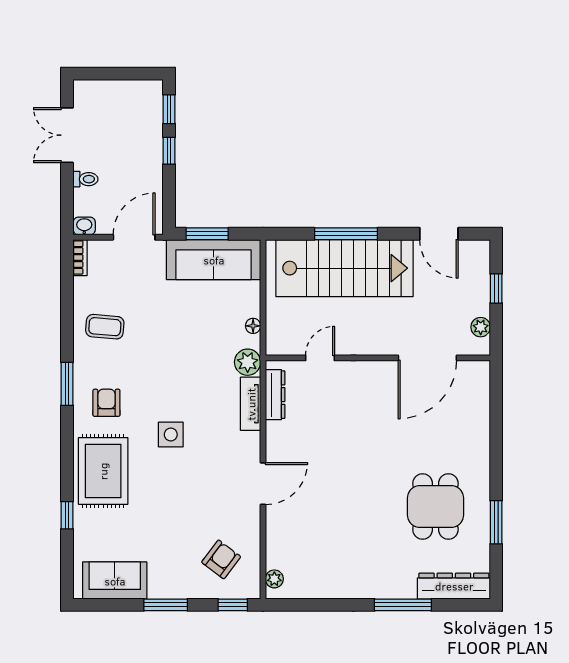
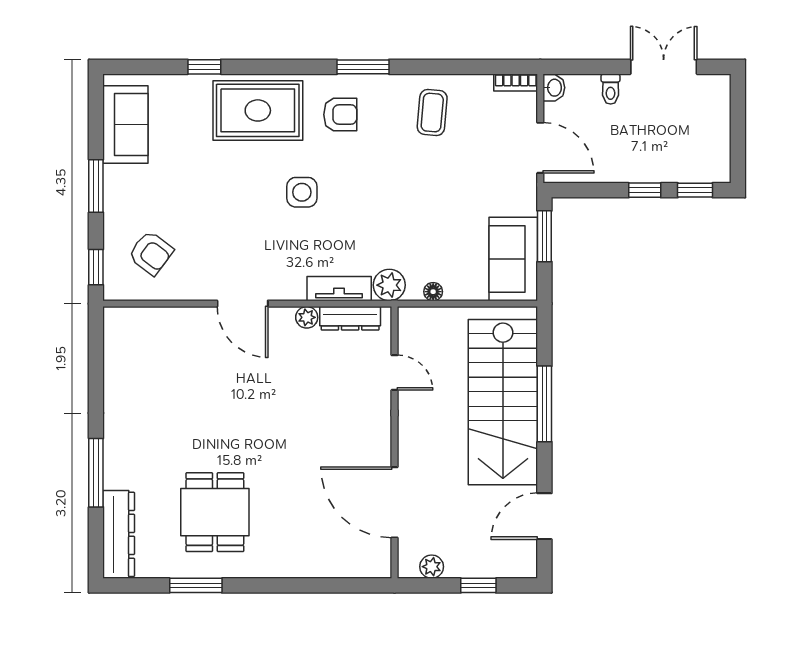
sofa: (214, 260) -> (513, 259), width x0.73
dining table: (435, 506) -> (215, 512), turned 90
plant: (274, 579) -> (307, 317), moved

